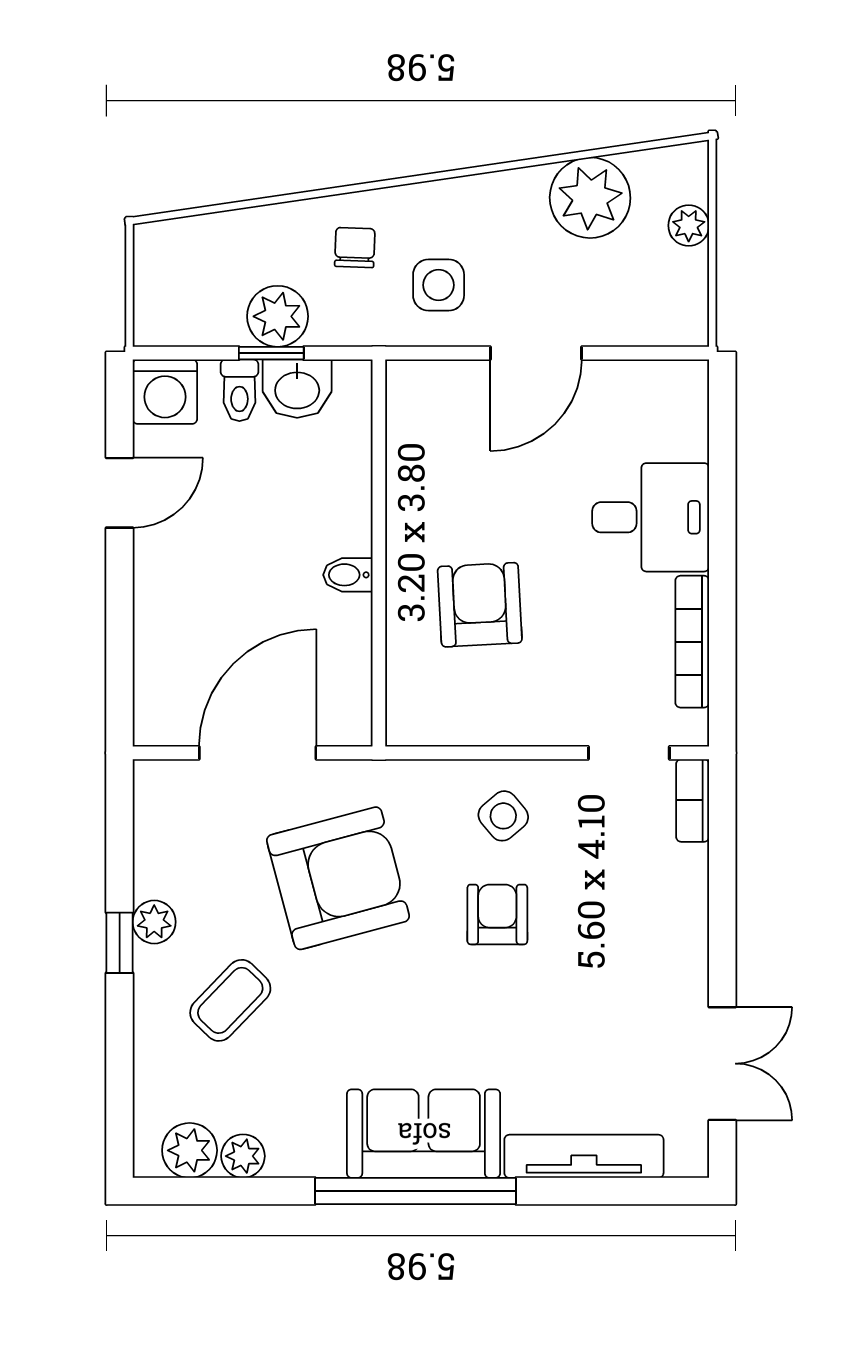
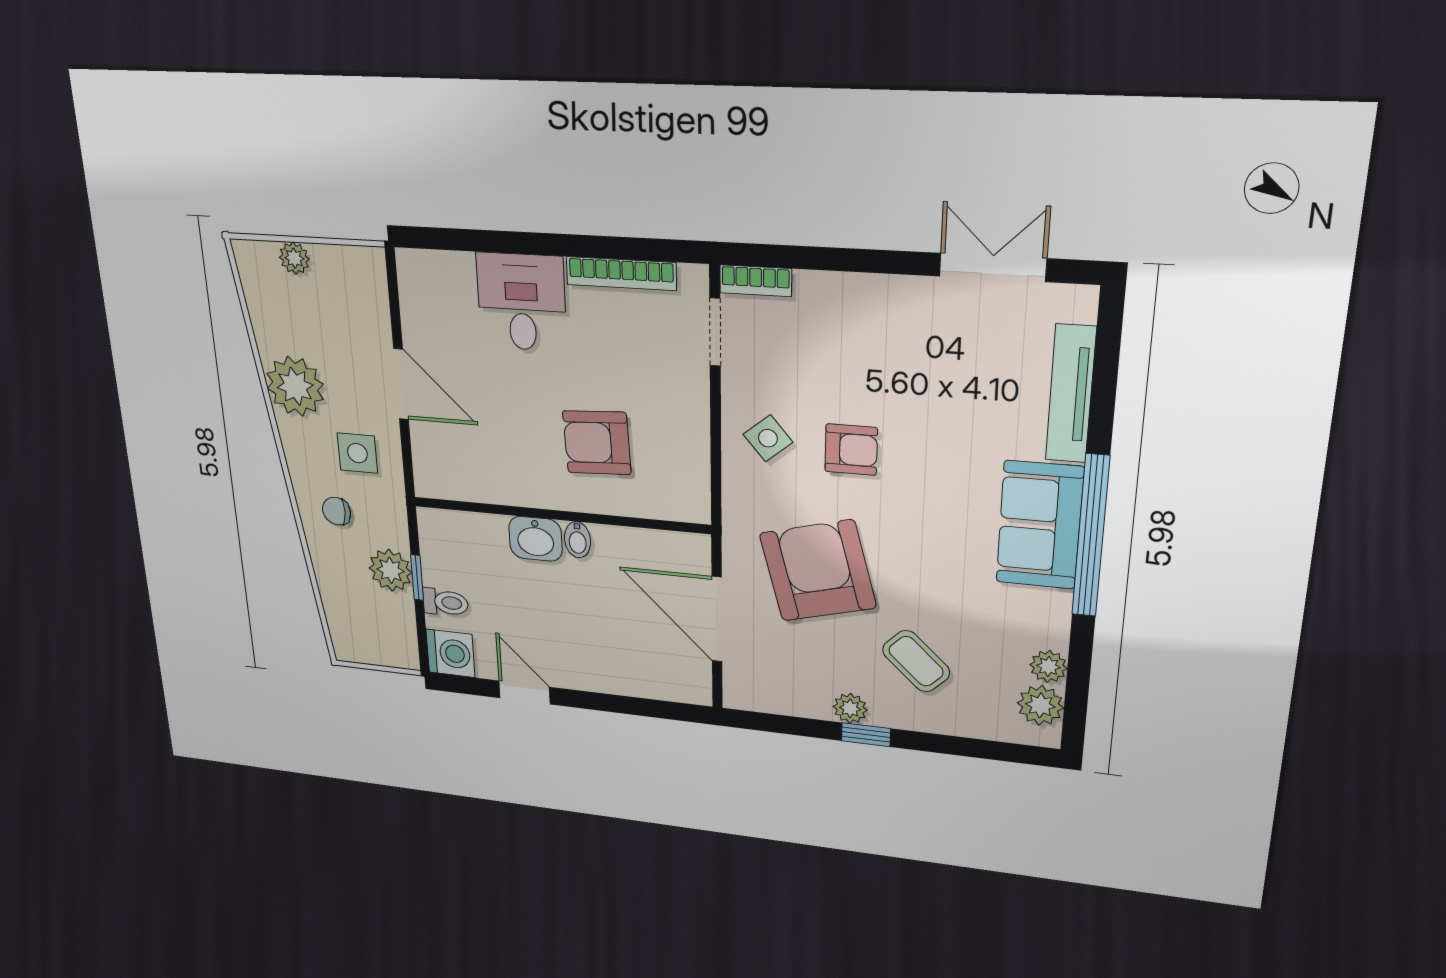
plant: (590, 198) -> (295, 386), moved
washbasin: (297, 389) -> (536, 539), moved, turned 90
armchair: (497, 914) -> (851, 450), turned 180

